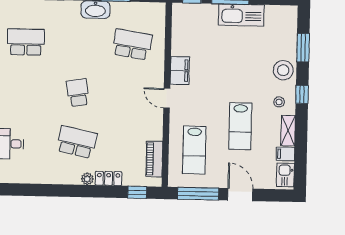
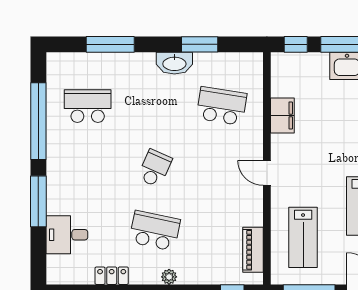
filing cabinet: (180, 71) -> (282, 115), moved
school desk: (78, 93) -> (155, 168), turned 33
locker: (109, 178) -> (112, 276), moved

